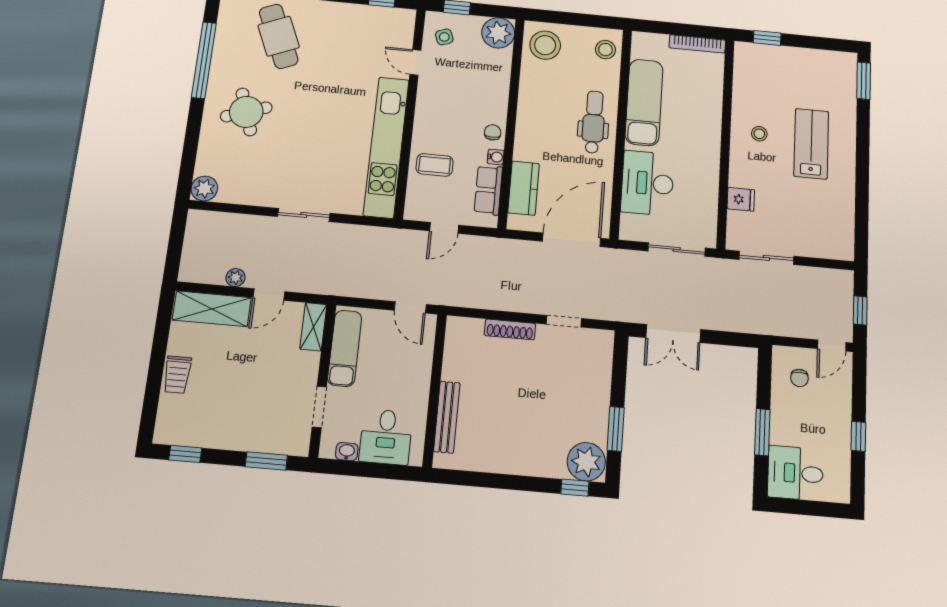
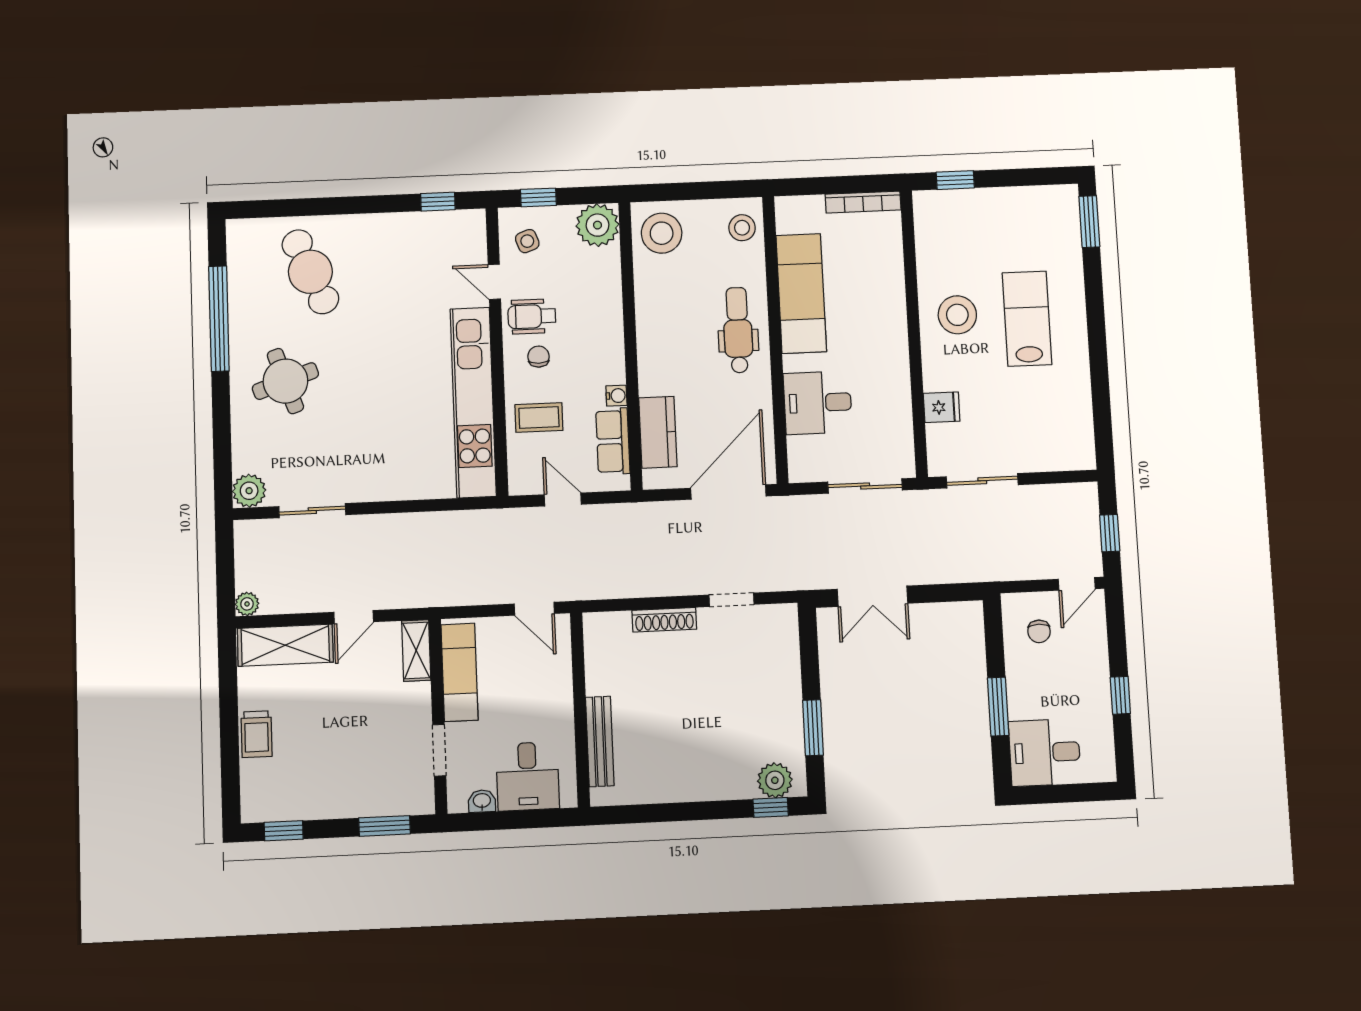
wheelchair: (440, 91) -> (532, 316), added
chair: (493, 132) -> (539, 357), moved
stool: (759, 134) -> (957, 315), width x1.89, depth x1.89
desk: (647, 183) -> (818, 403), width x0.73
sliding door: (304, 215) -> (312, 511), moved
door: (444, 228) -> (563, 499), swing flipped
plant: (236, 278) -> (247, 604), moved
plant: (586, 462) -> (775, 780), width x0.73, depth x0.73

